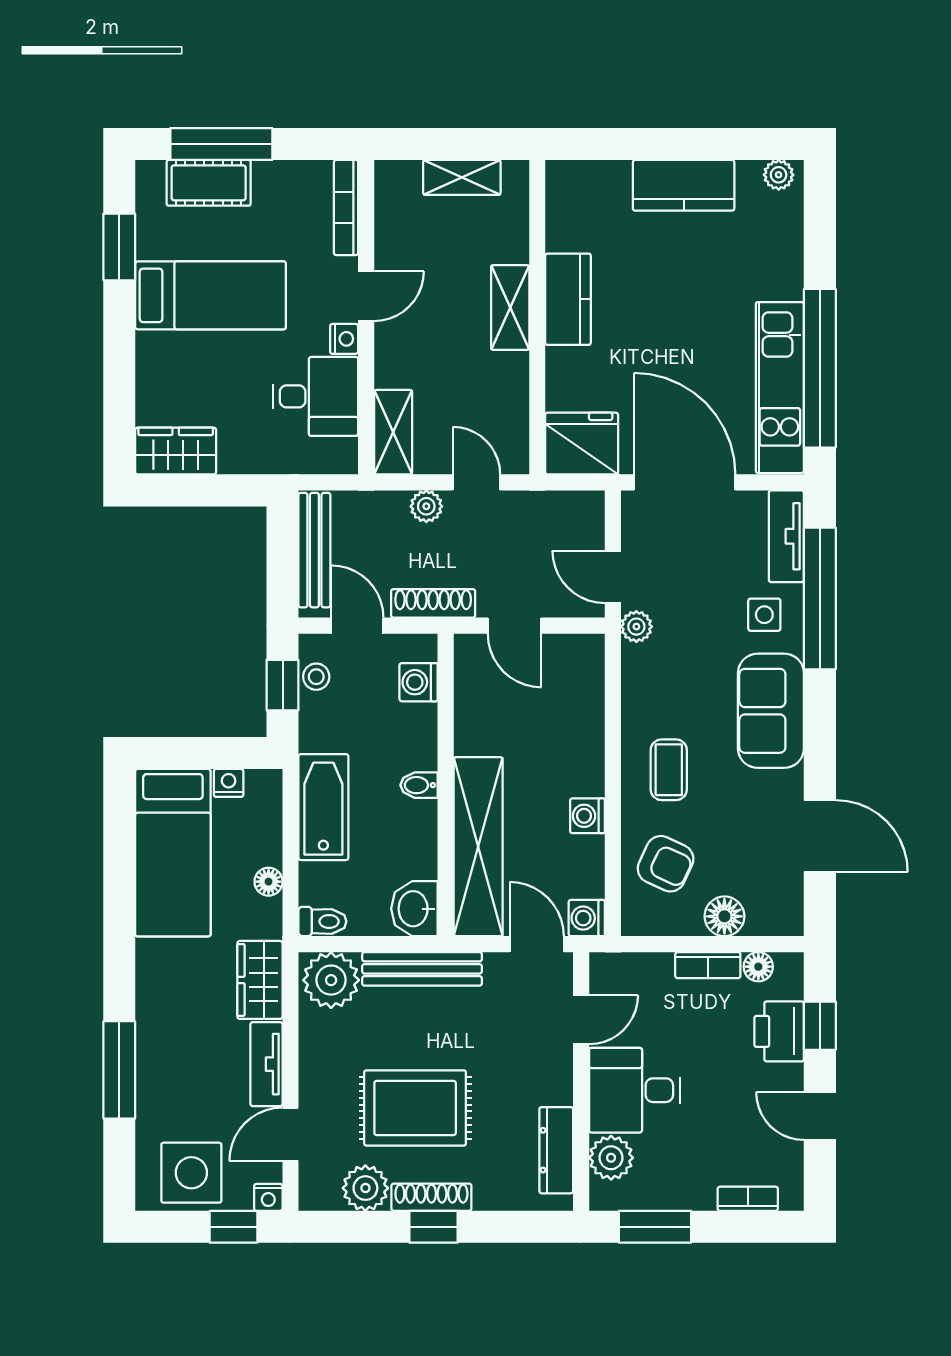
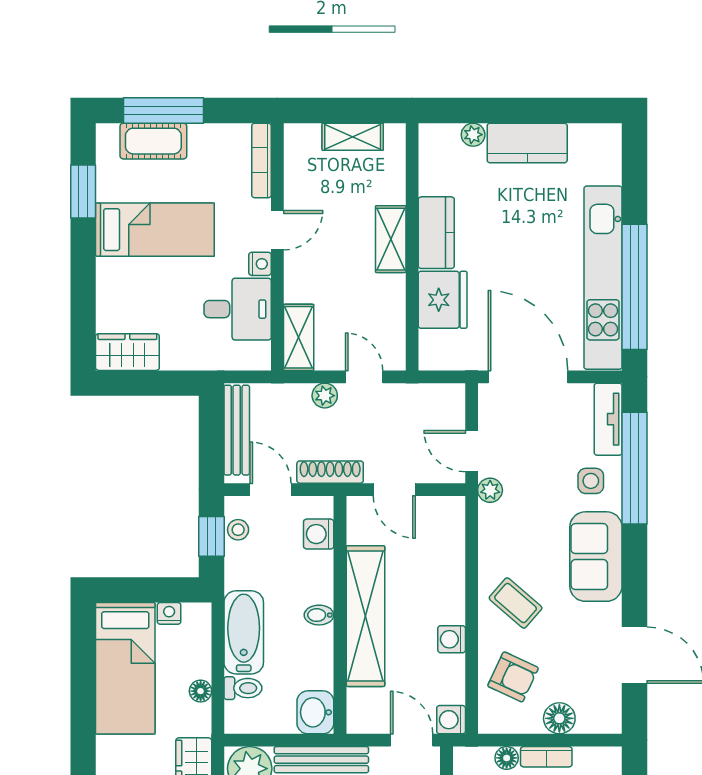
plant: (779, 175) -> (473, 135), moved
kitchen unit: (780, 388) -> (603, 278), width x1.36
fridge: (582, 444) -> (443, 300), moved, turned 90
coffee table: (669, 770) -> (516, 603), turned -49
shelving: (478, 847) -> (365, 616), moved
toilet: (322, 921) -> (243, 688), moved
floor lamp: (758, 967) -> (507, 758), moved

